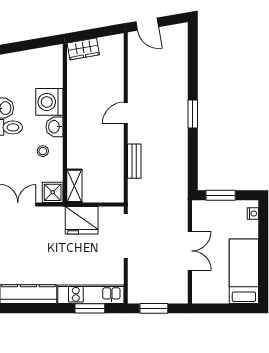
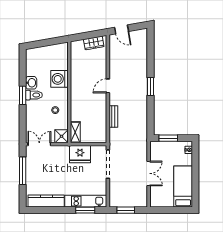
wardrobe: (83, 49) -> (94, 43), moved
washbasin: (54, 127) -> (63, 95), removed

